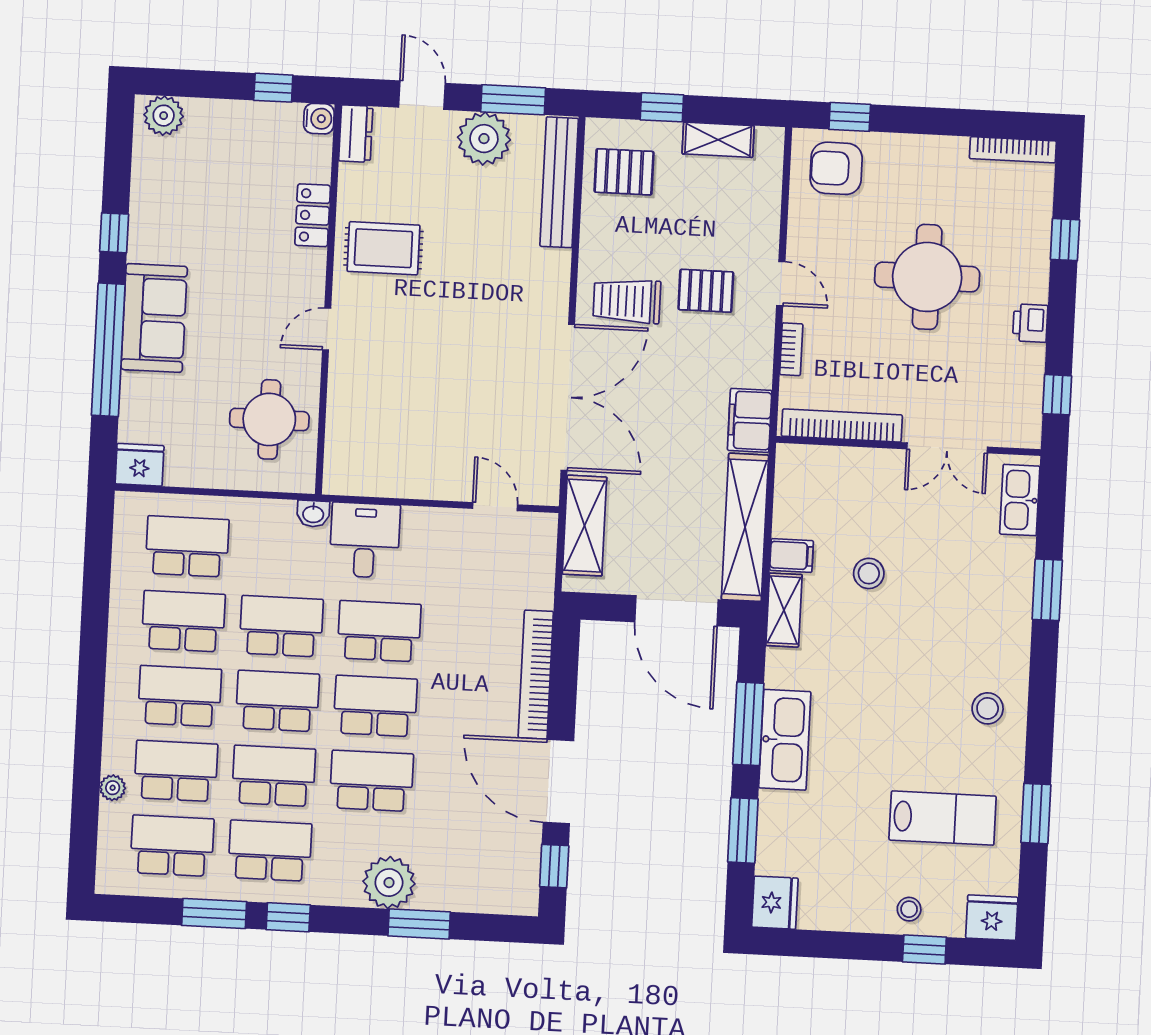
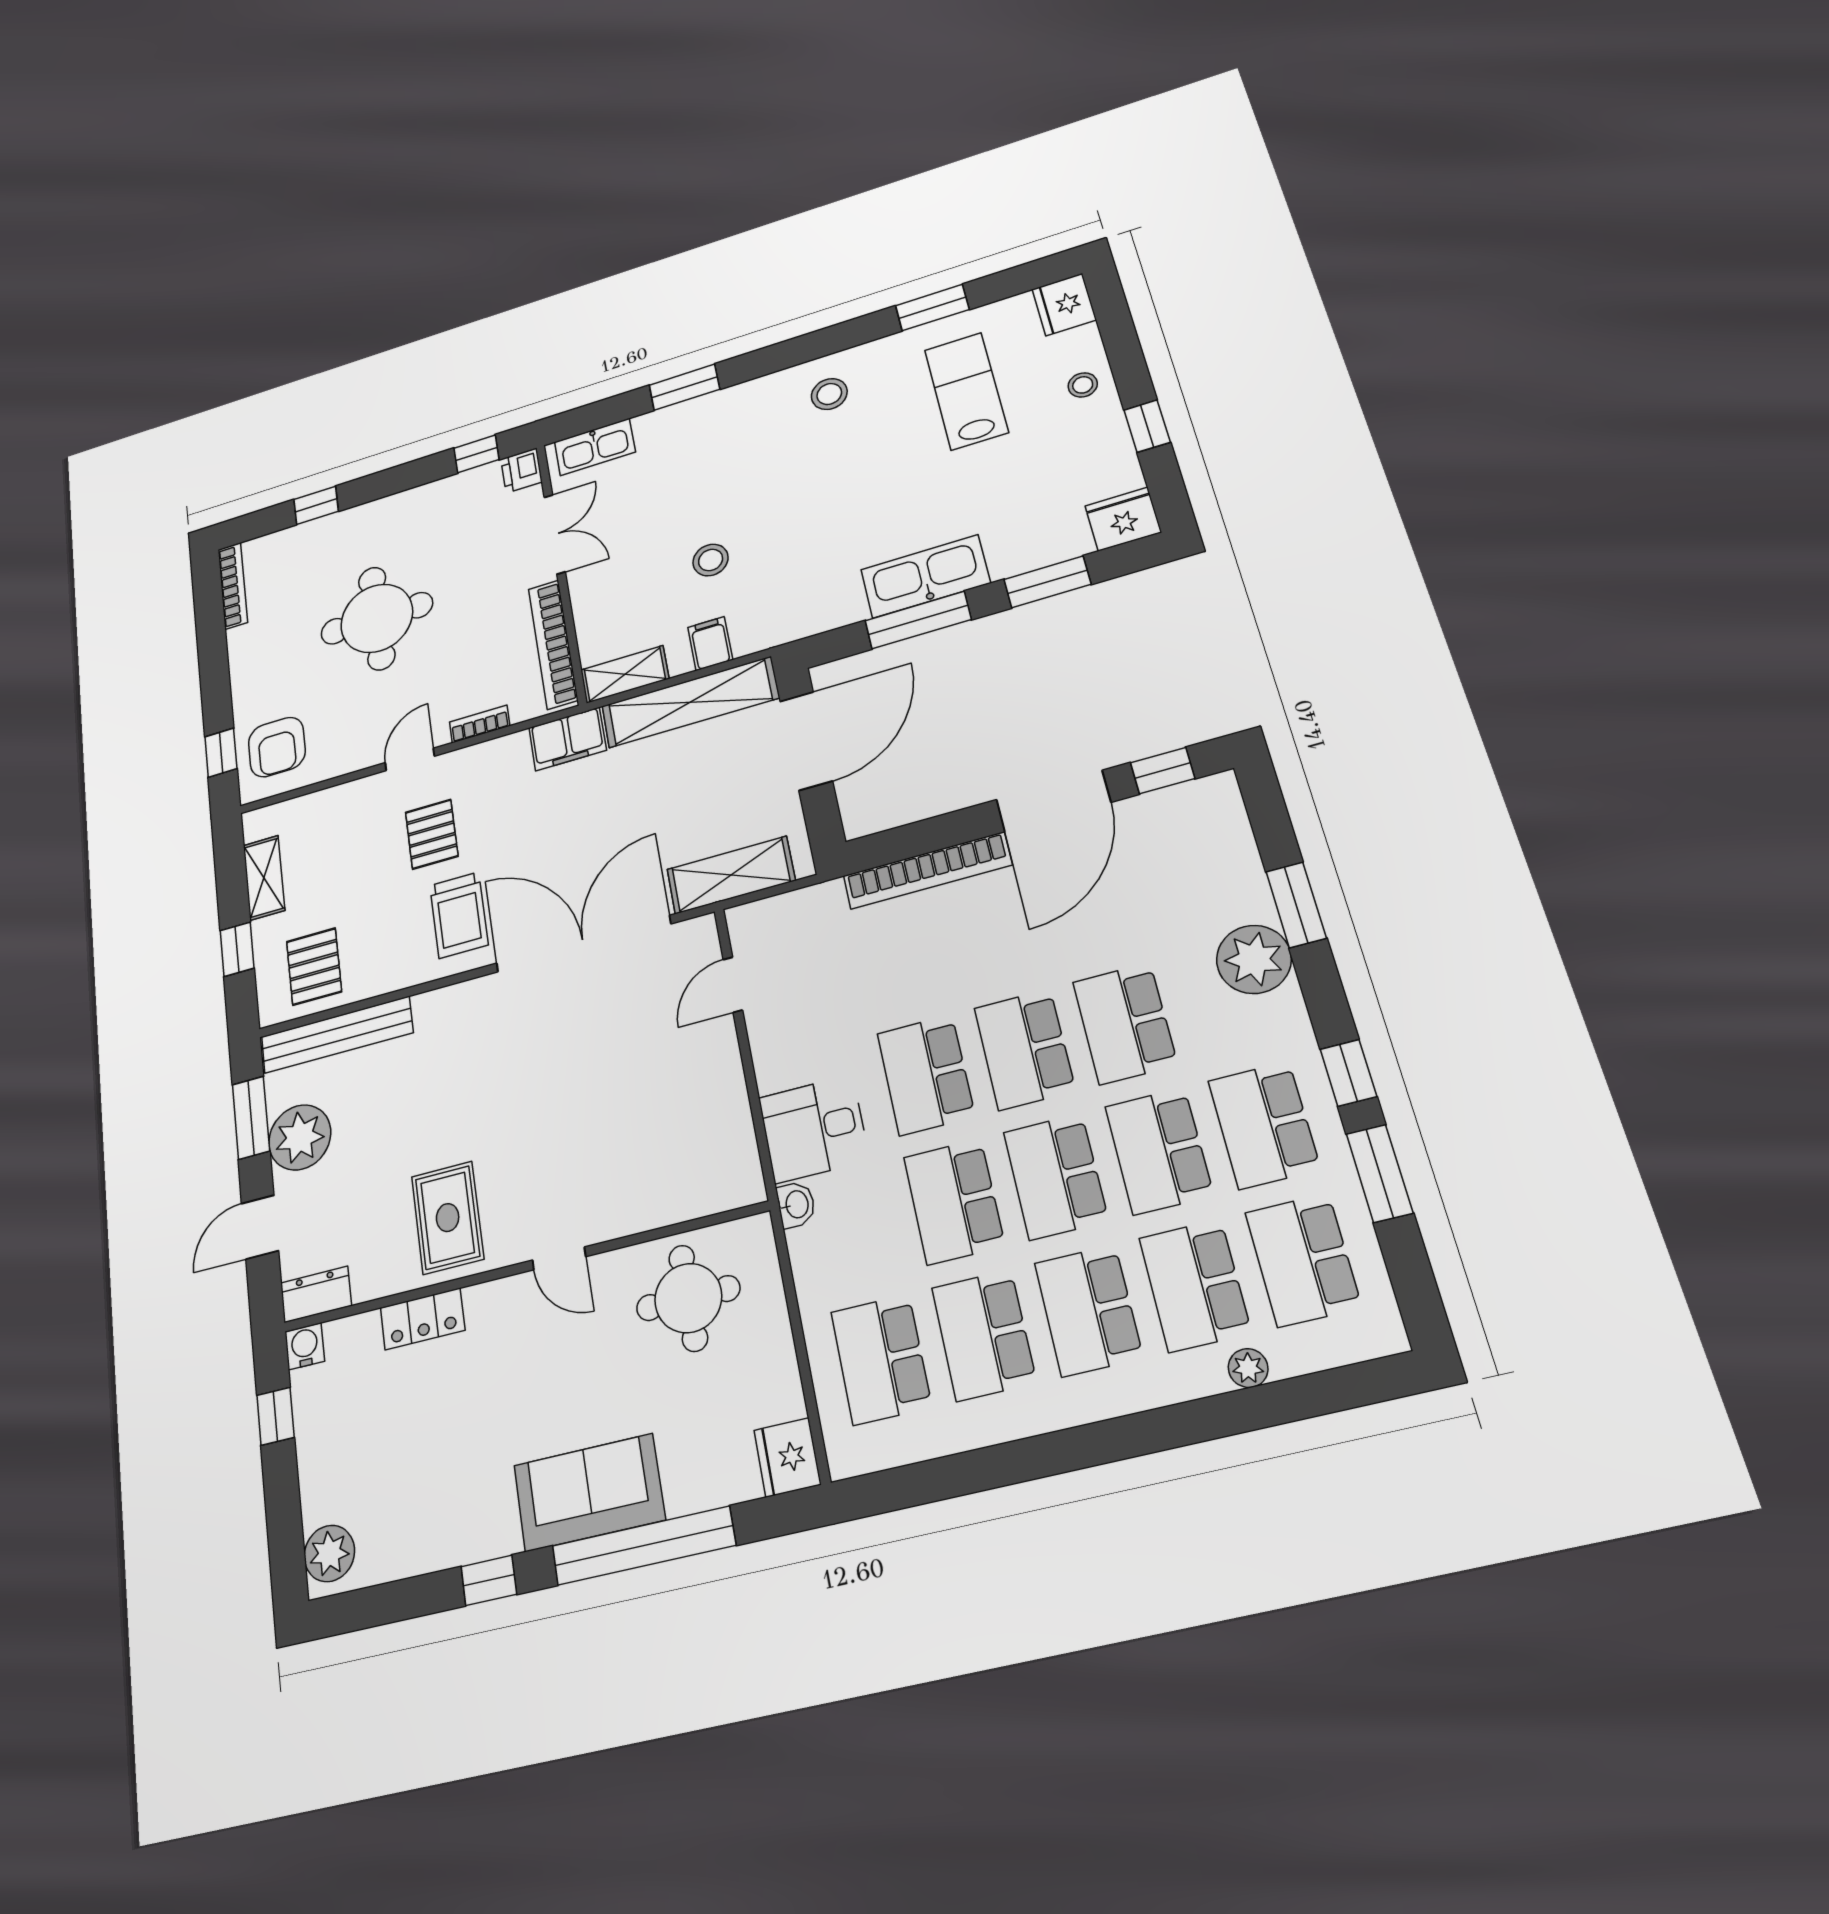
printer: (1030, 323) -> (521, 471), moved, turned 90
shelving: (784, 610) -> (625, 674), moved
window: (924, 950) -> (1147, 426), moved

